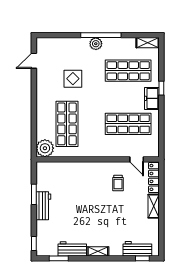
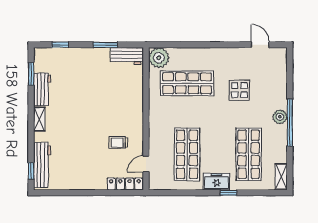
workbench: (43, 206) -> (127, 56), moved
shelving: (154, 206) -> (92, 184), removed
window: (34, 244) -> (60, 45), moved
workbench: (137, 249) -> (42, 165), width x1.38

